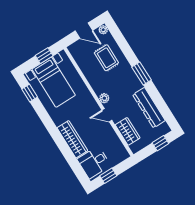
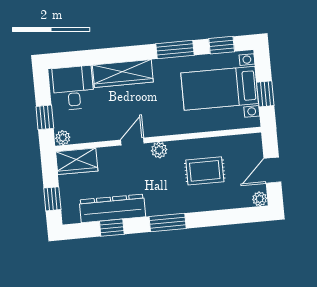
rug: (106, 58) -> (205, 171), moved
window: (160, 103) -> (112, 228), added
window: (45, 117) -> (175, 49), added
wardrobe: (128, 131) -> (77, 161), moved
plant: (124, 154) -> (63, 138), added
window: (108, 176) -> (45, 117), moved

